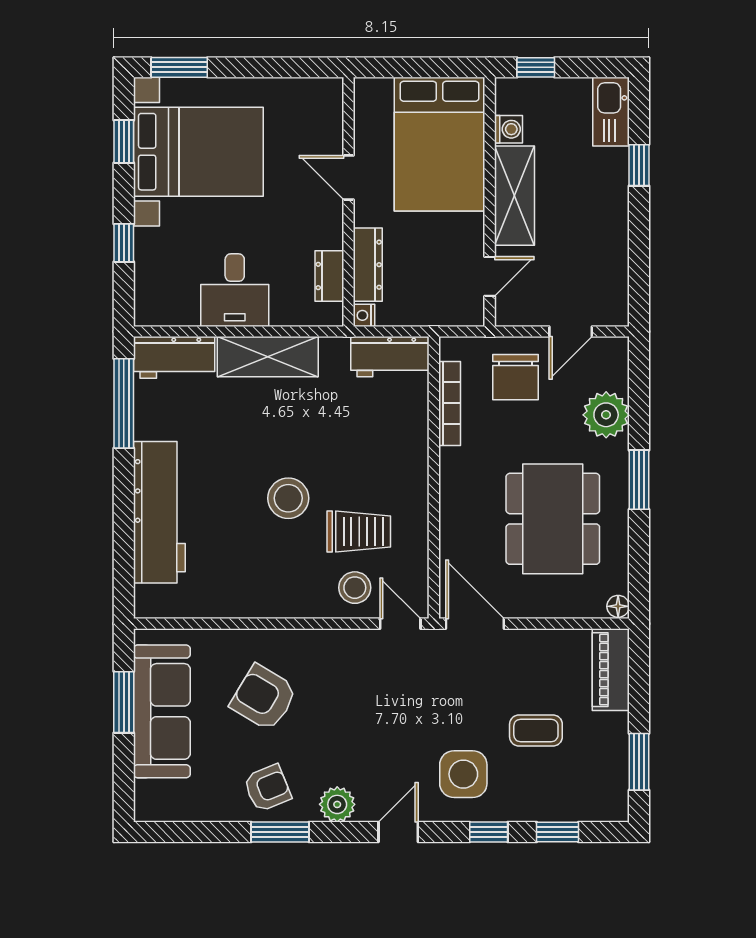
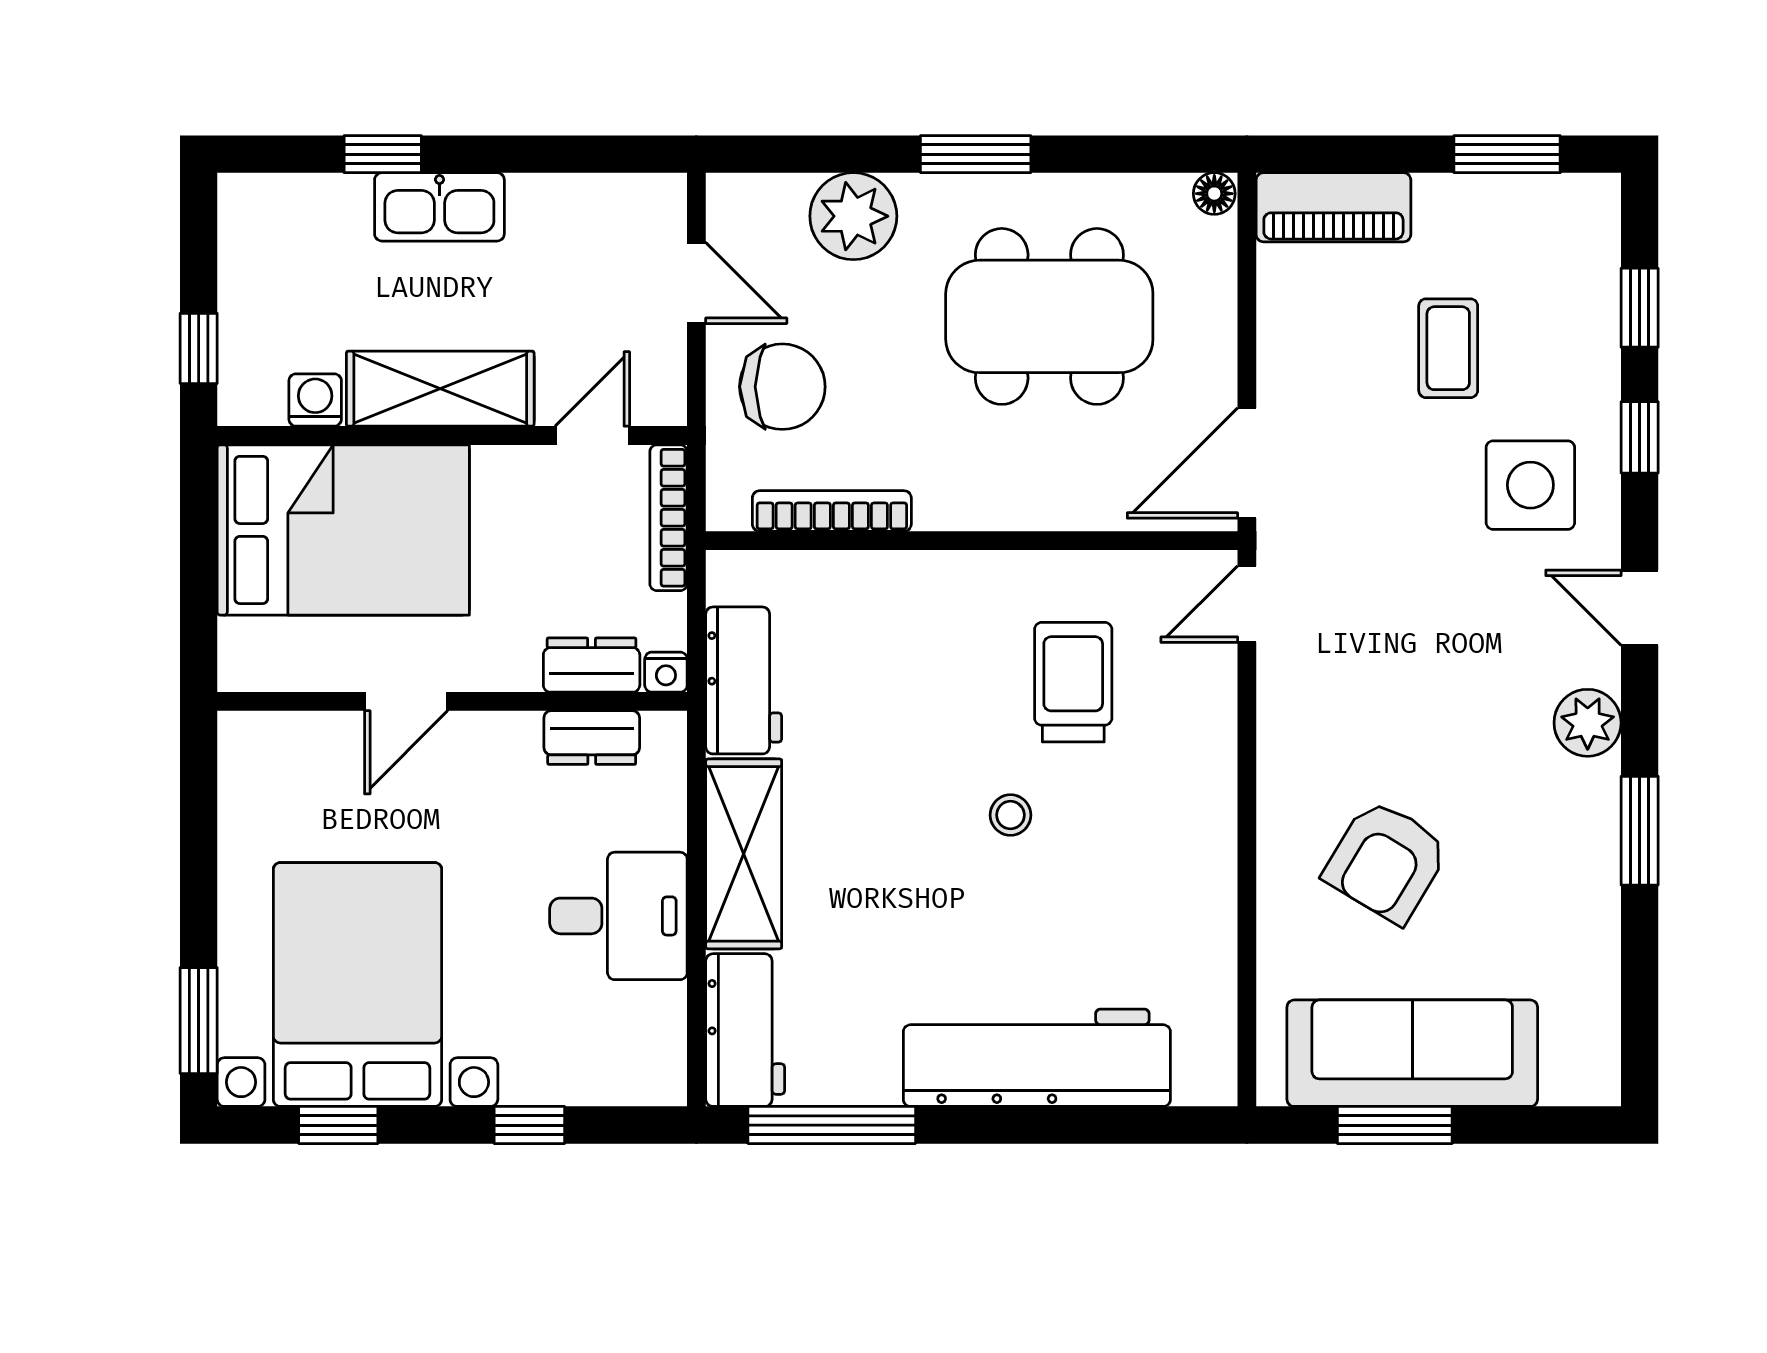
kitchen sink: (611, 112) -> (439, 207), moved
dresser: (368, 265) -> (592, 665), width x0.70
door: (490, 276) -> (592, 436), hinge flipped
bookcase: (446, 317) -> (669, 518), added
workbench: (390, 357) -> (744, 680), moved
stool: (288, 498) -> (1010, 815), width x0.53, depth x0.53
stool: (355, 588) -> (1179, 690), removed
armchair: (267, 788) -> (1557, 854), removed

